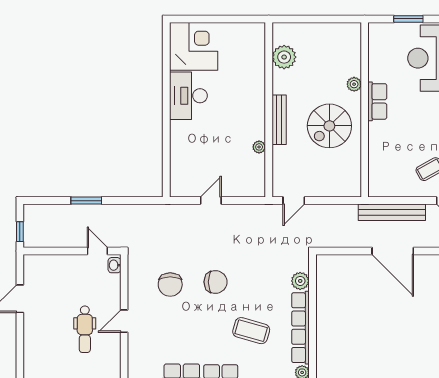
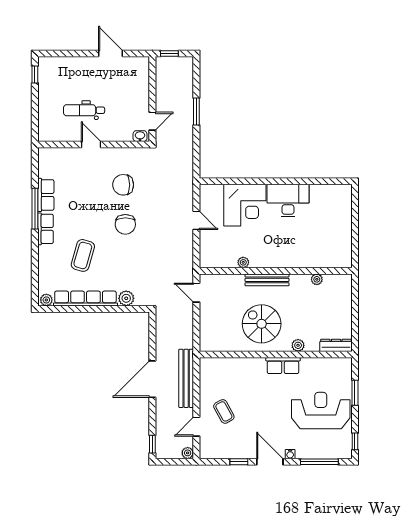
dresser: (354, 41) -> (336, 345), added
corner desk: (194, 46) -> (245, 205), moved
plant: (284, 57) -> (317, 279), width x0.53, depth x0.53

